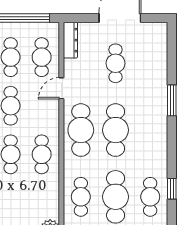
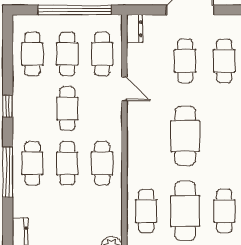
dresser: (70, 40) -> (134, 29), width x0.70
door: (61, 88) -> (124, 89), swing flipped
cafe table: (81, 130) -> (224, 61), moved, width x0.73, depth x0.74

